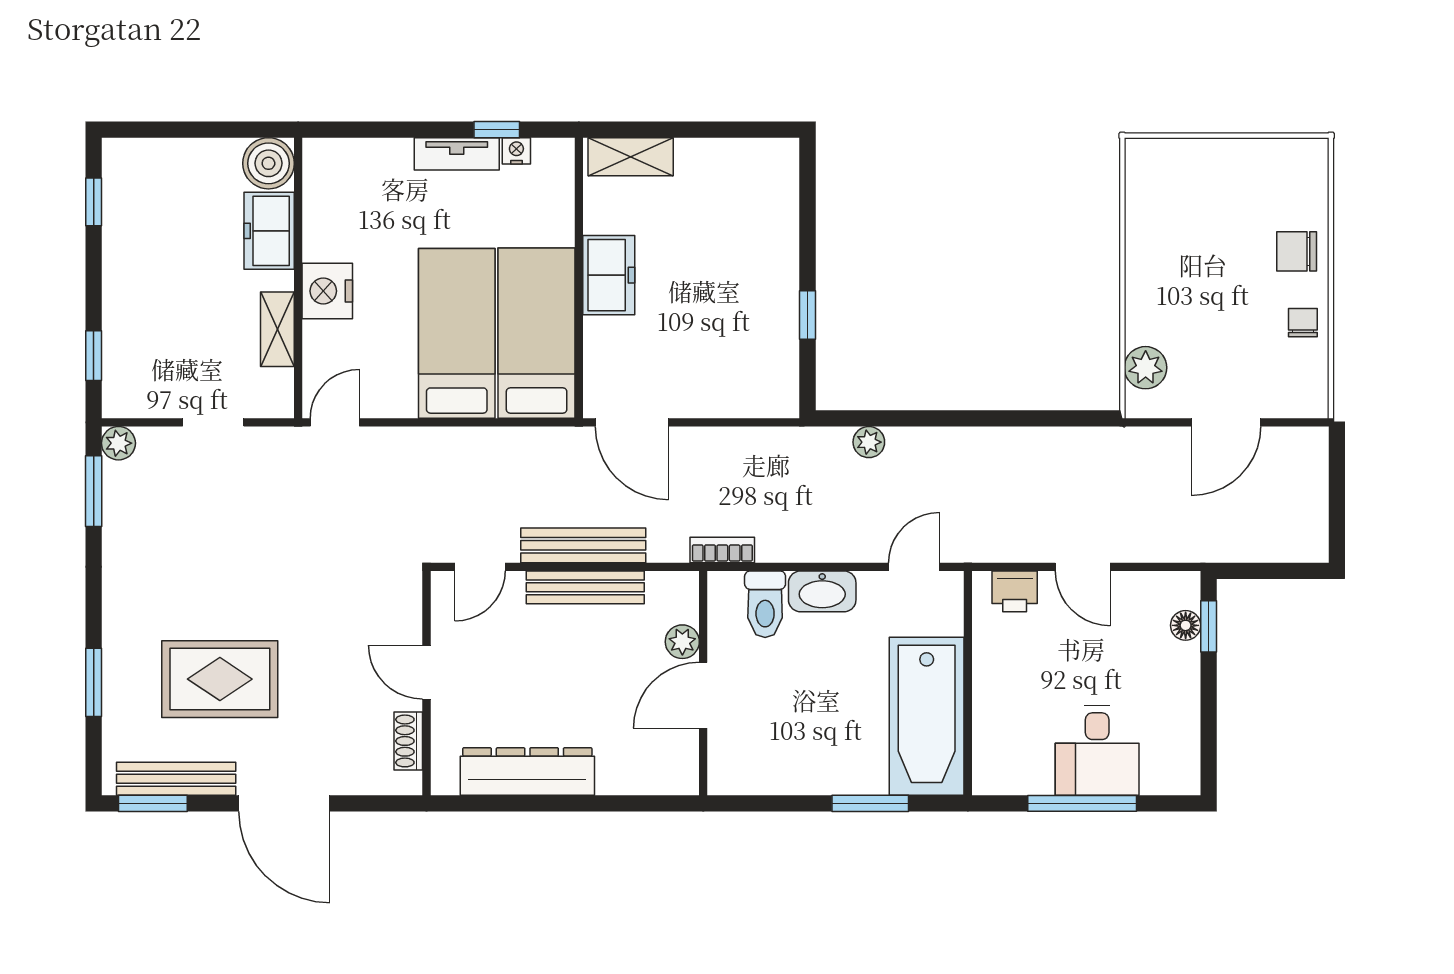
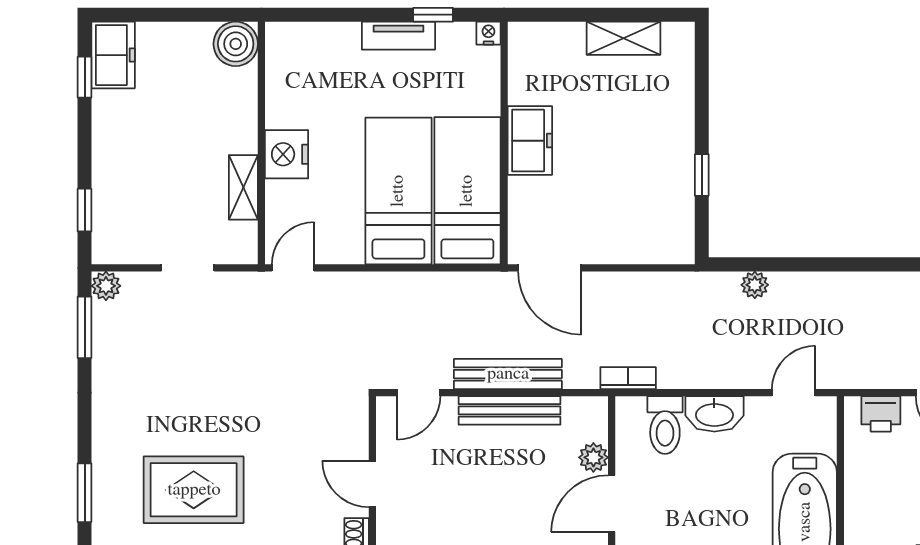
nightstand: (516, 151) -> (488, 33), moved
shelving: (631, 157) -> (624, 38), moved
freezer: (269, 231) -> (113, 55), moved, turned 180

